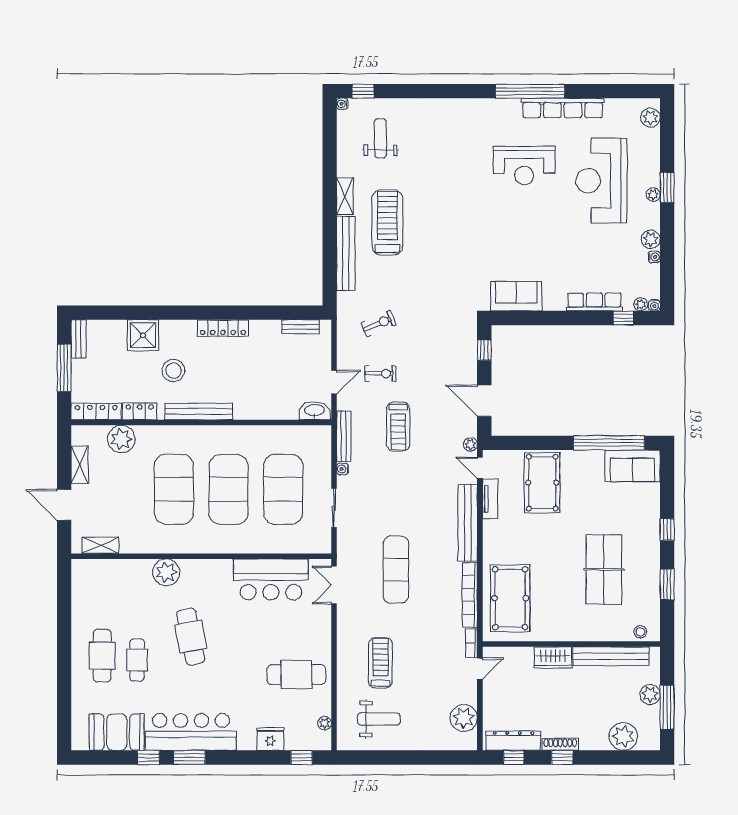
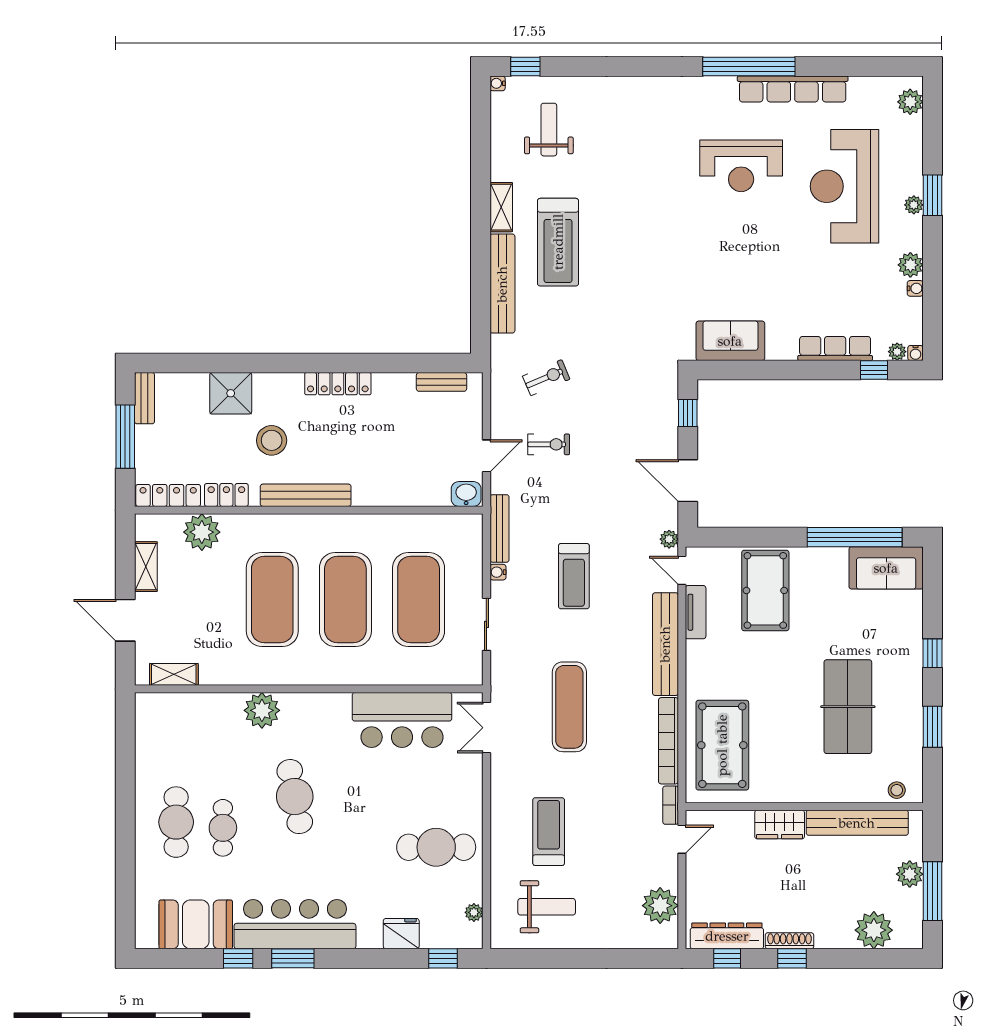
treadmill: (387, 222) -> (558, 242), turned 180
washbasin: (314, 411) -> (466, 494), width x0.72
treadmill: (398, 427) -> (574, 576), moved

